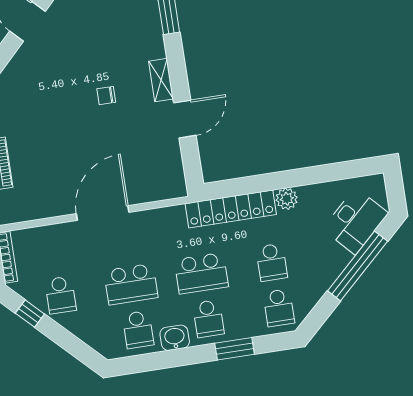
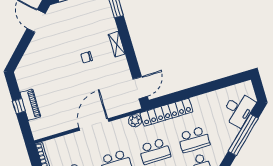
door: (185, 119) -> (140, 88), moved
plant: (287, 199) -> (135, 121), moved
school desk: (272, 262) -> (194, 139), width x1.85

